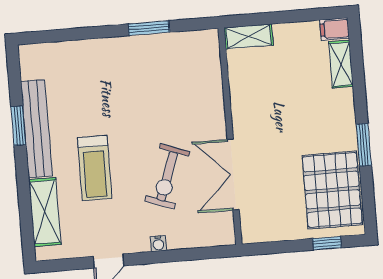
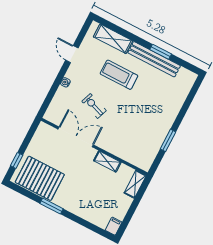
shelving: (341, 64) -> (107, 161), moved
exercise bike: (167, 176) -> (94, 106), width x0.73, depth x0.72

